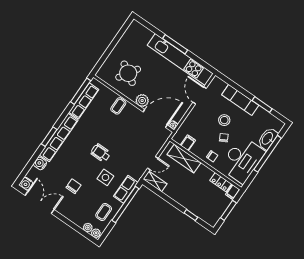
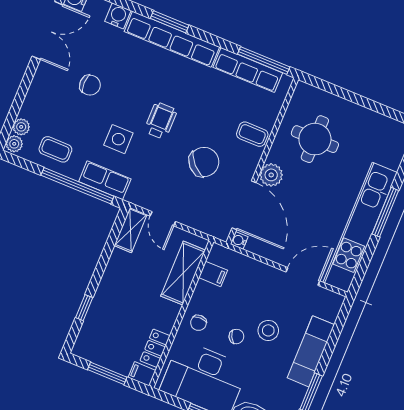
round table: (128, 73) -> (315, 139), turned -32
chair: (127, 135) -> (204, 162), added

